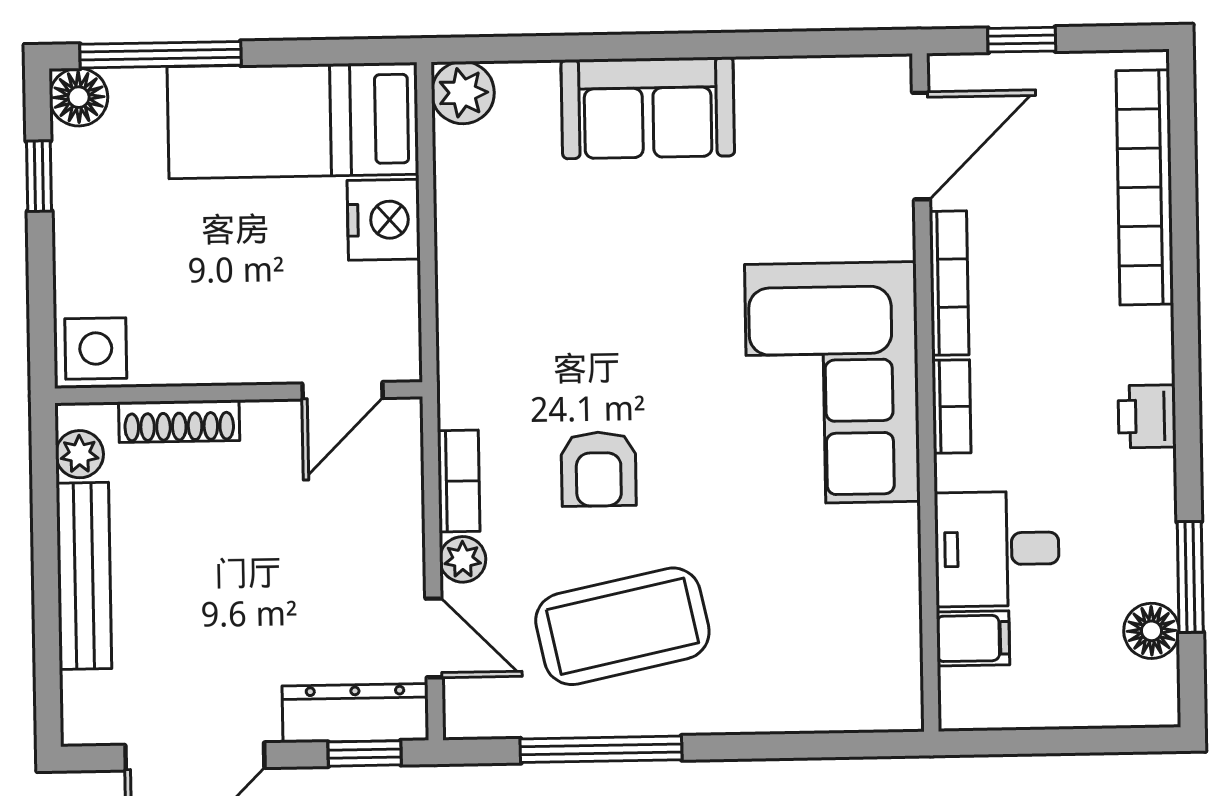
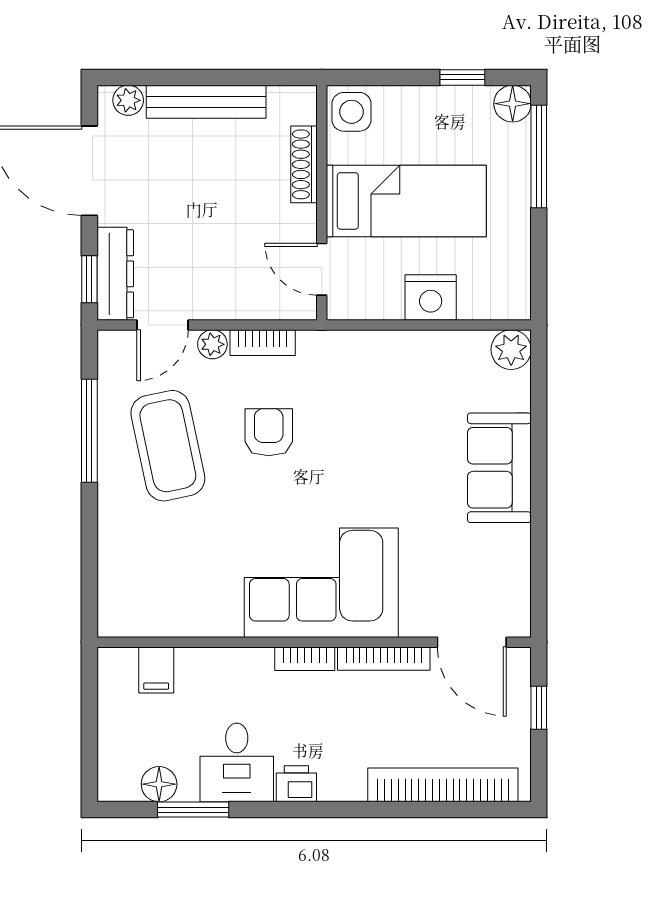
bed: (293, 120) -> (406, 201), moved, turned 90
plant: (80, 454) -> (128, 100), moved
armchair: (599, 469) -> (269, 432), turned 90
desk: (997, 549) -> (237, 762), moved, turned 180

